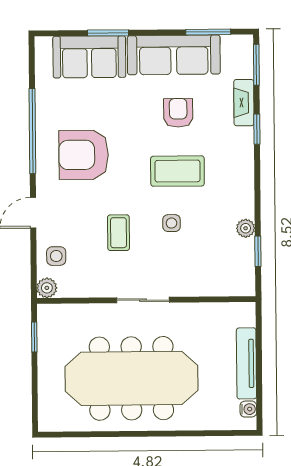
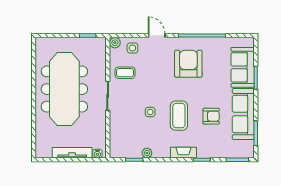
fireplace: (244, 103) -> (183, 153), moved
coffee table: (118, 233) -> (125, 73), moved
water cooler: (248, 409) -> (97, 154), moved

